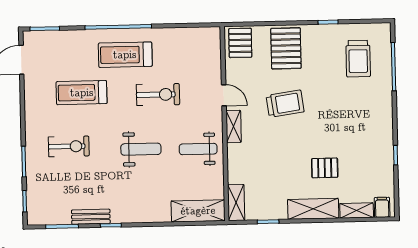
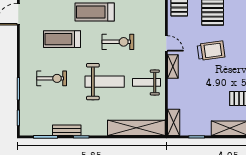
weight bench: (141, 149) -> (105, 82), width x1.36, depth x1.33
shelving: (198, 211) -> (136, 128), width x1.47

